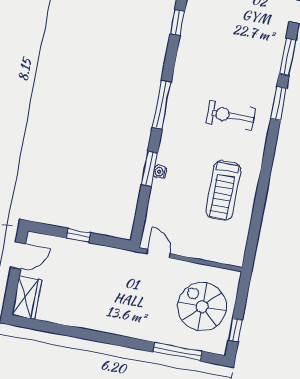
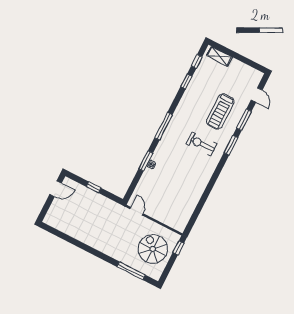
treadmill: (223, 190) -> (220, 111), moved
wardrobe: (27, 298) -> (53, 214), removed
window: (235, 330) -> (178, 248), moved

